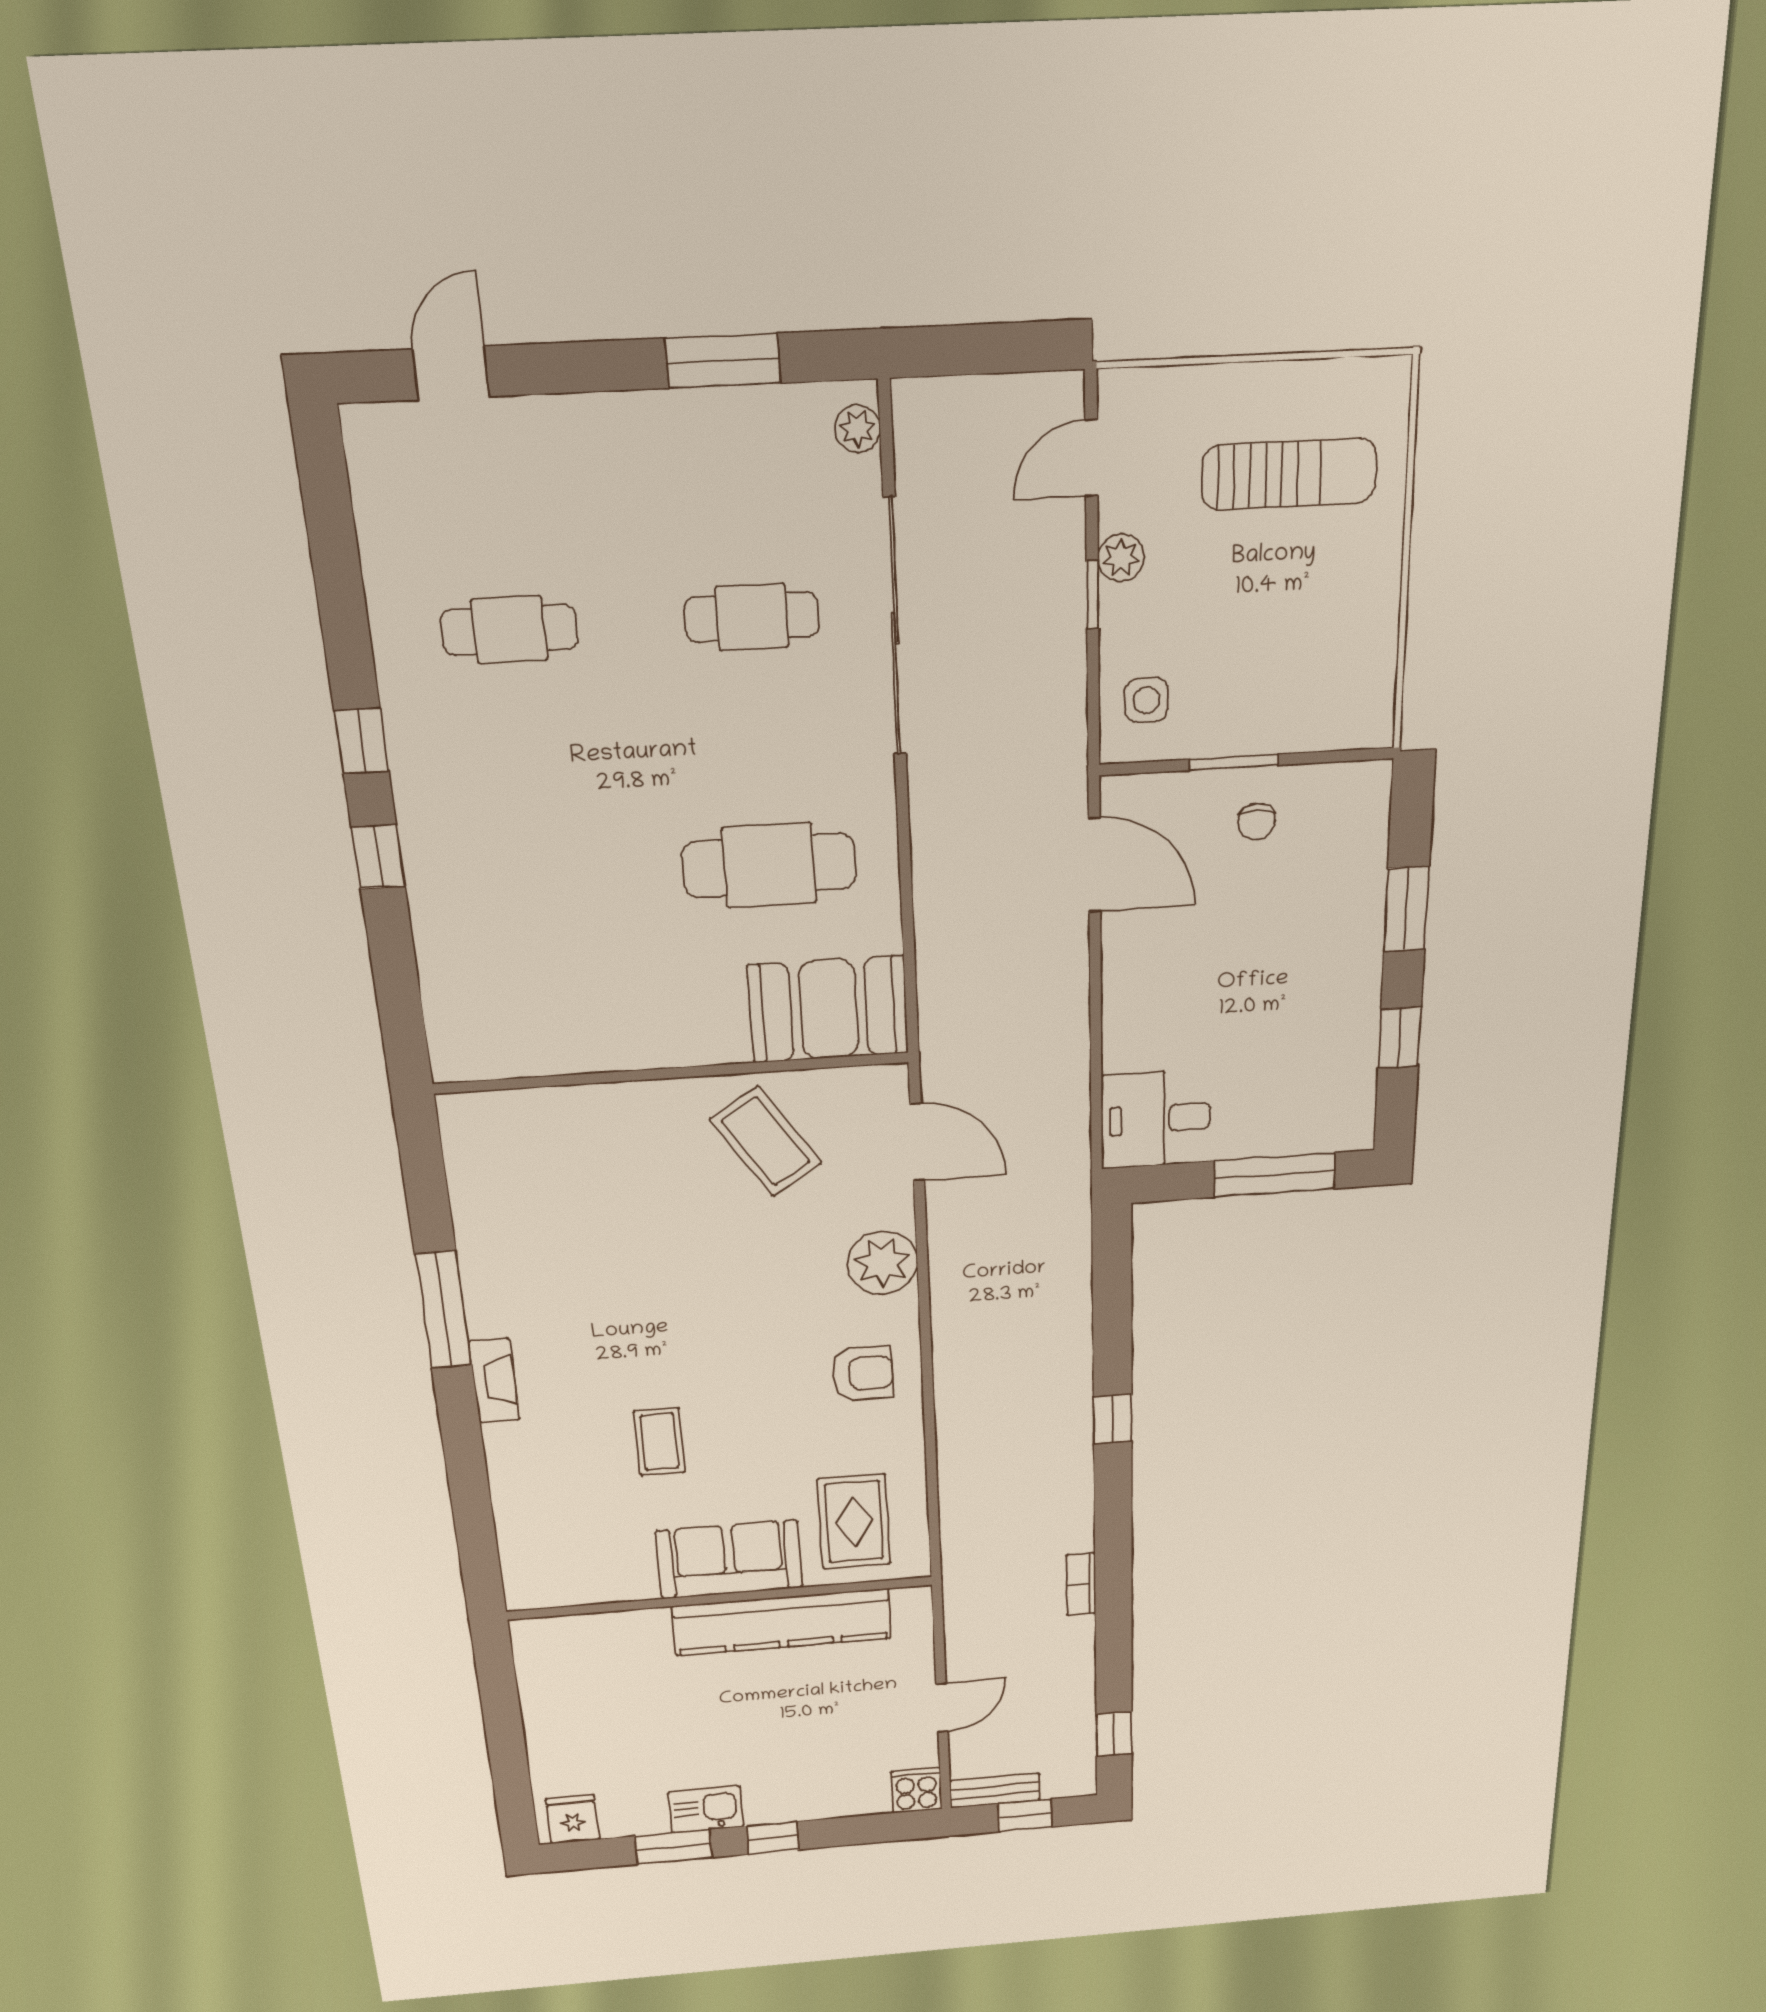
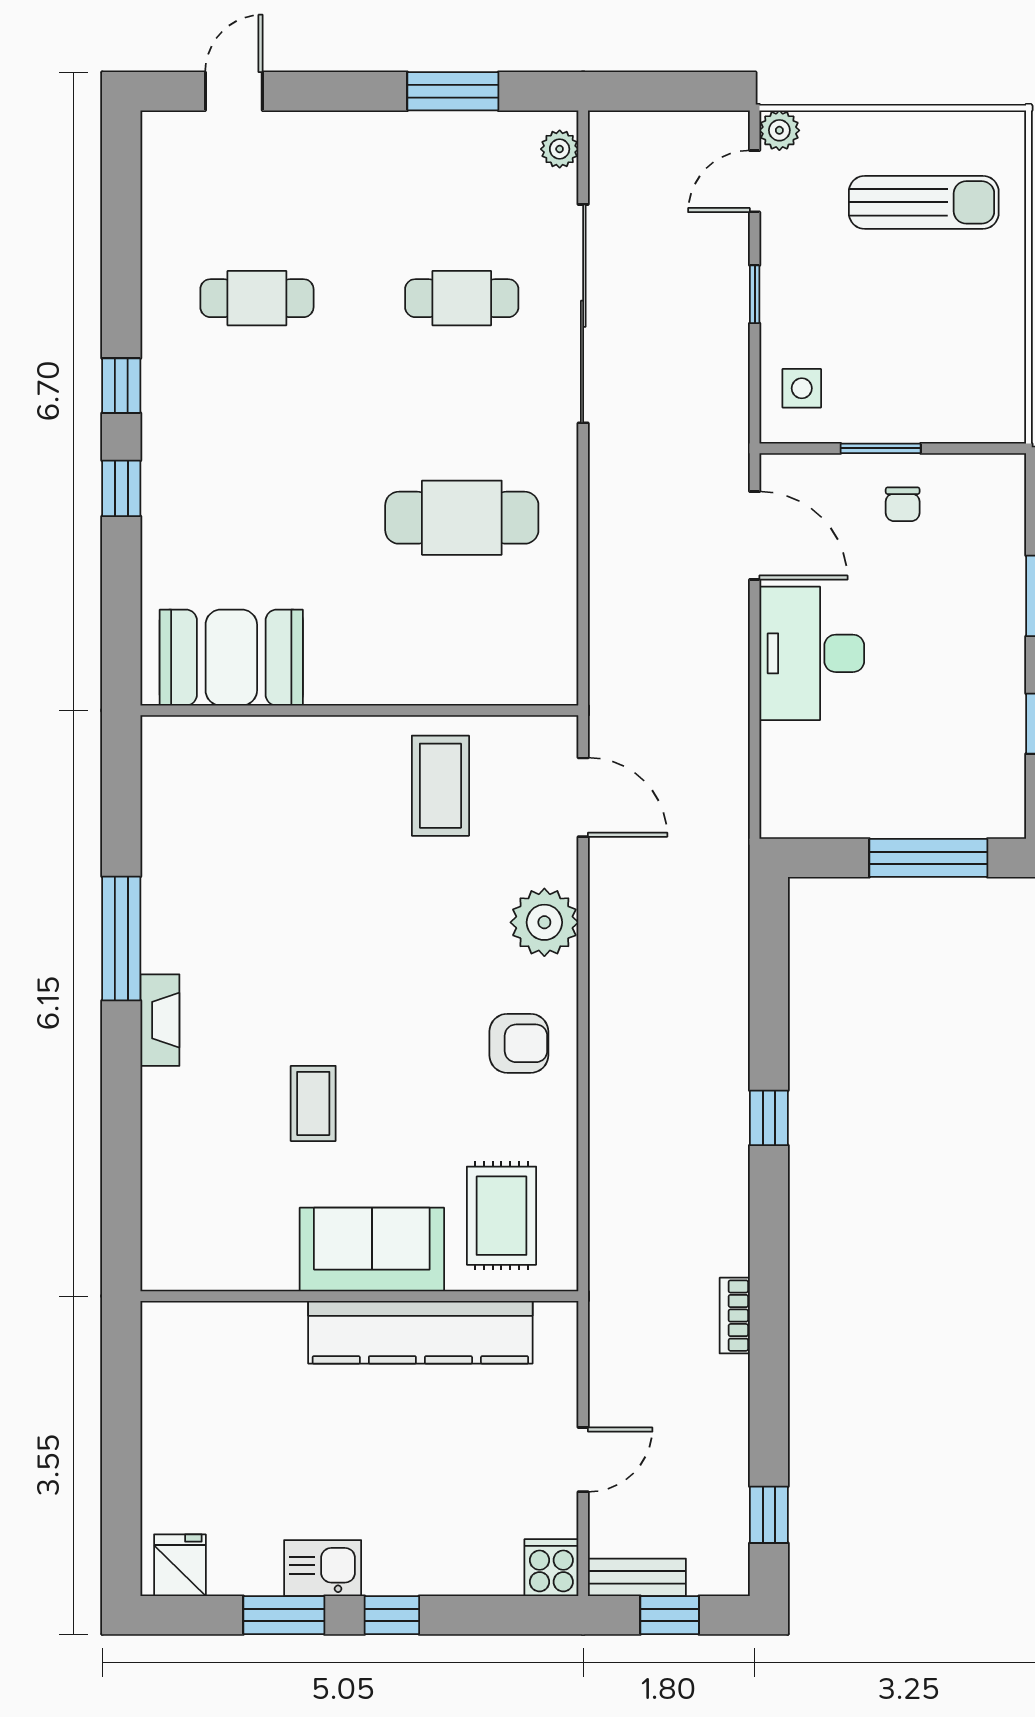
plant: (1121, 558) -> (779, 130), moved
booth: (829, 1009) -> (231, 658), moved
desk: (1156, 1119) -> (812, 653), moved, width x1.37
coffee table: (766, 1141) -> (440, 786), turned 33

